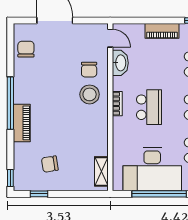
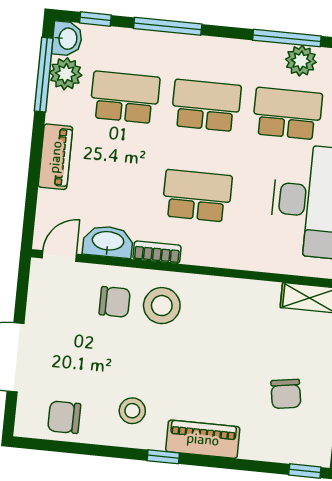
stool: (33, 84) -> (132, 411), added
window: (10, 103) -> (163, 457), width x0.32
bookcase: (117, 104) -> (157, 252), moved

